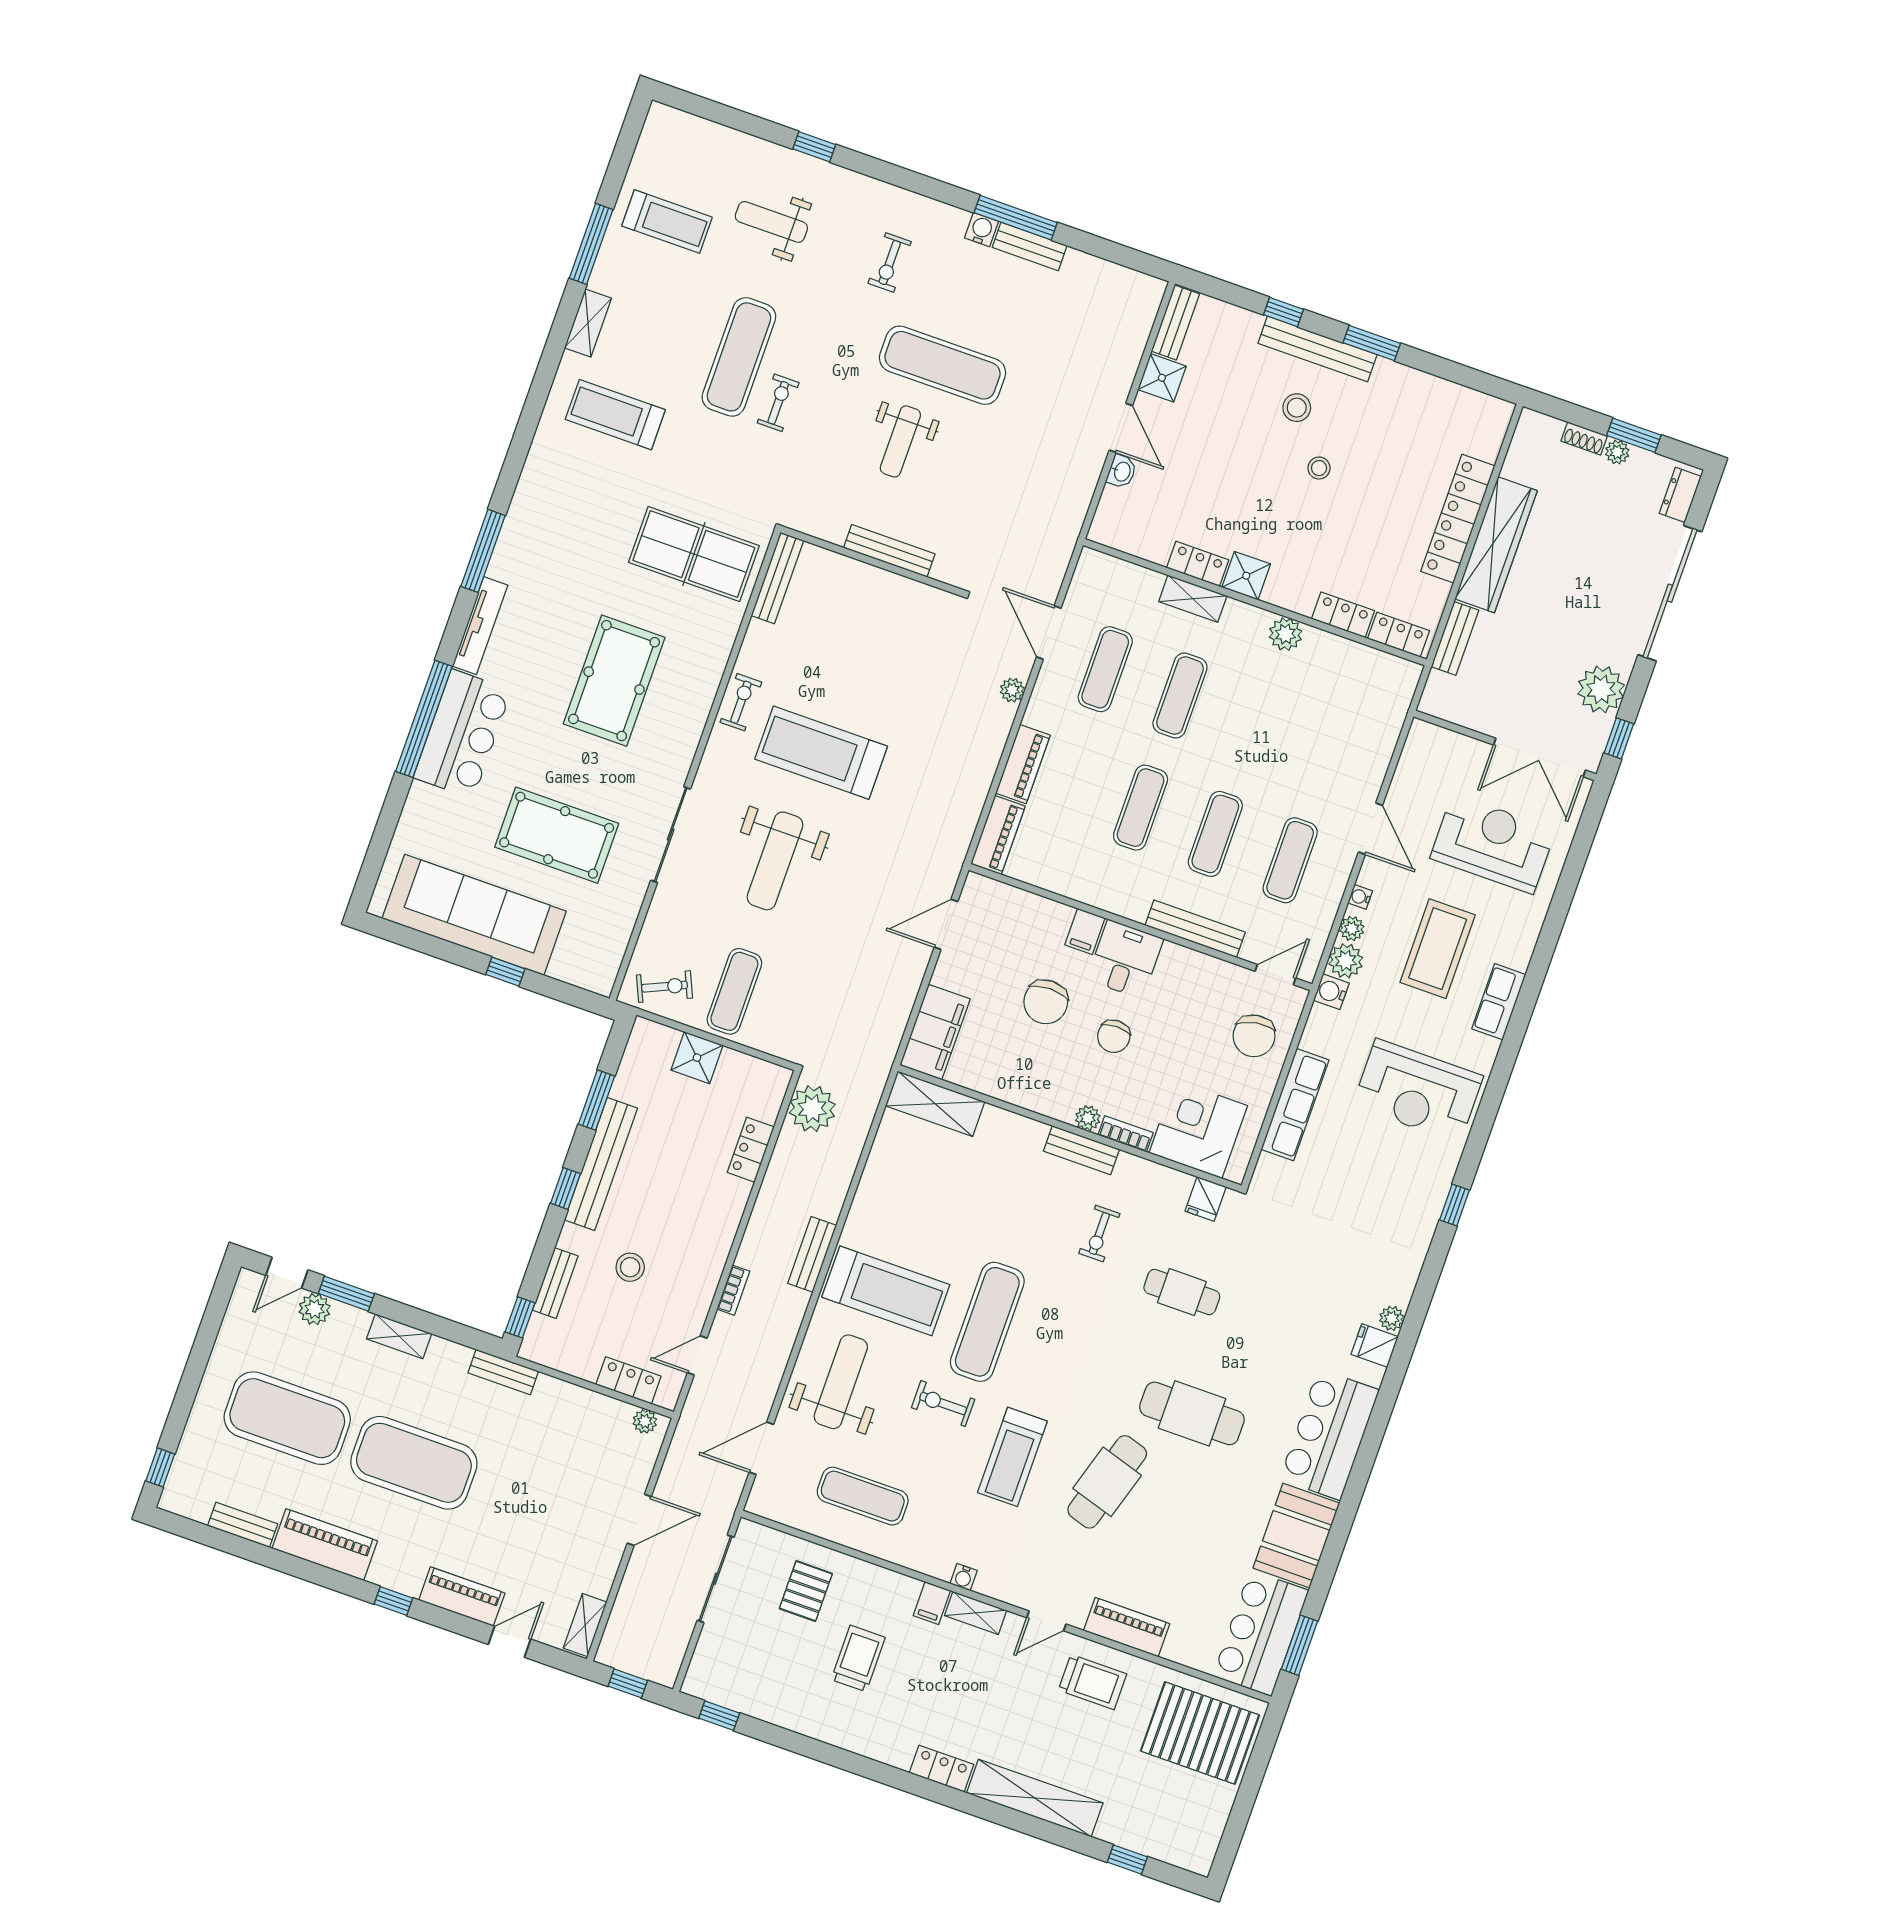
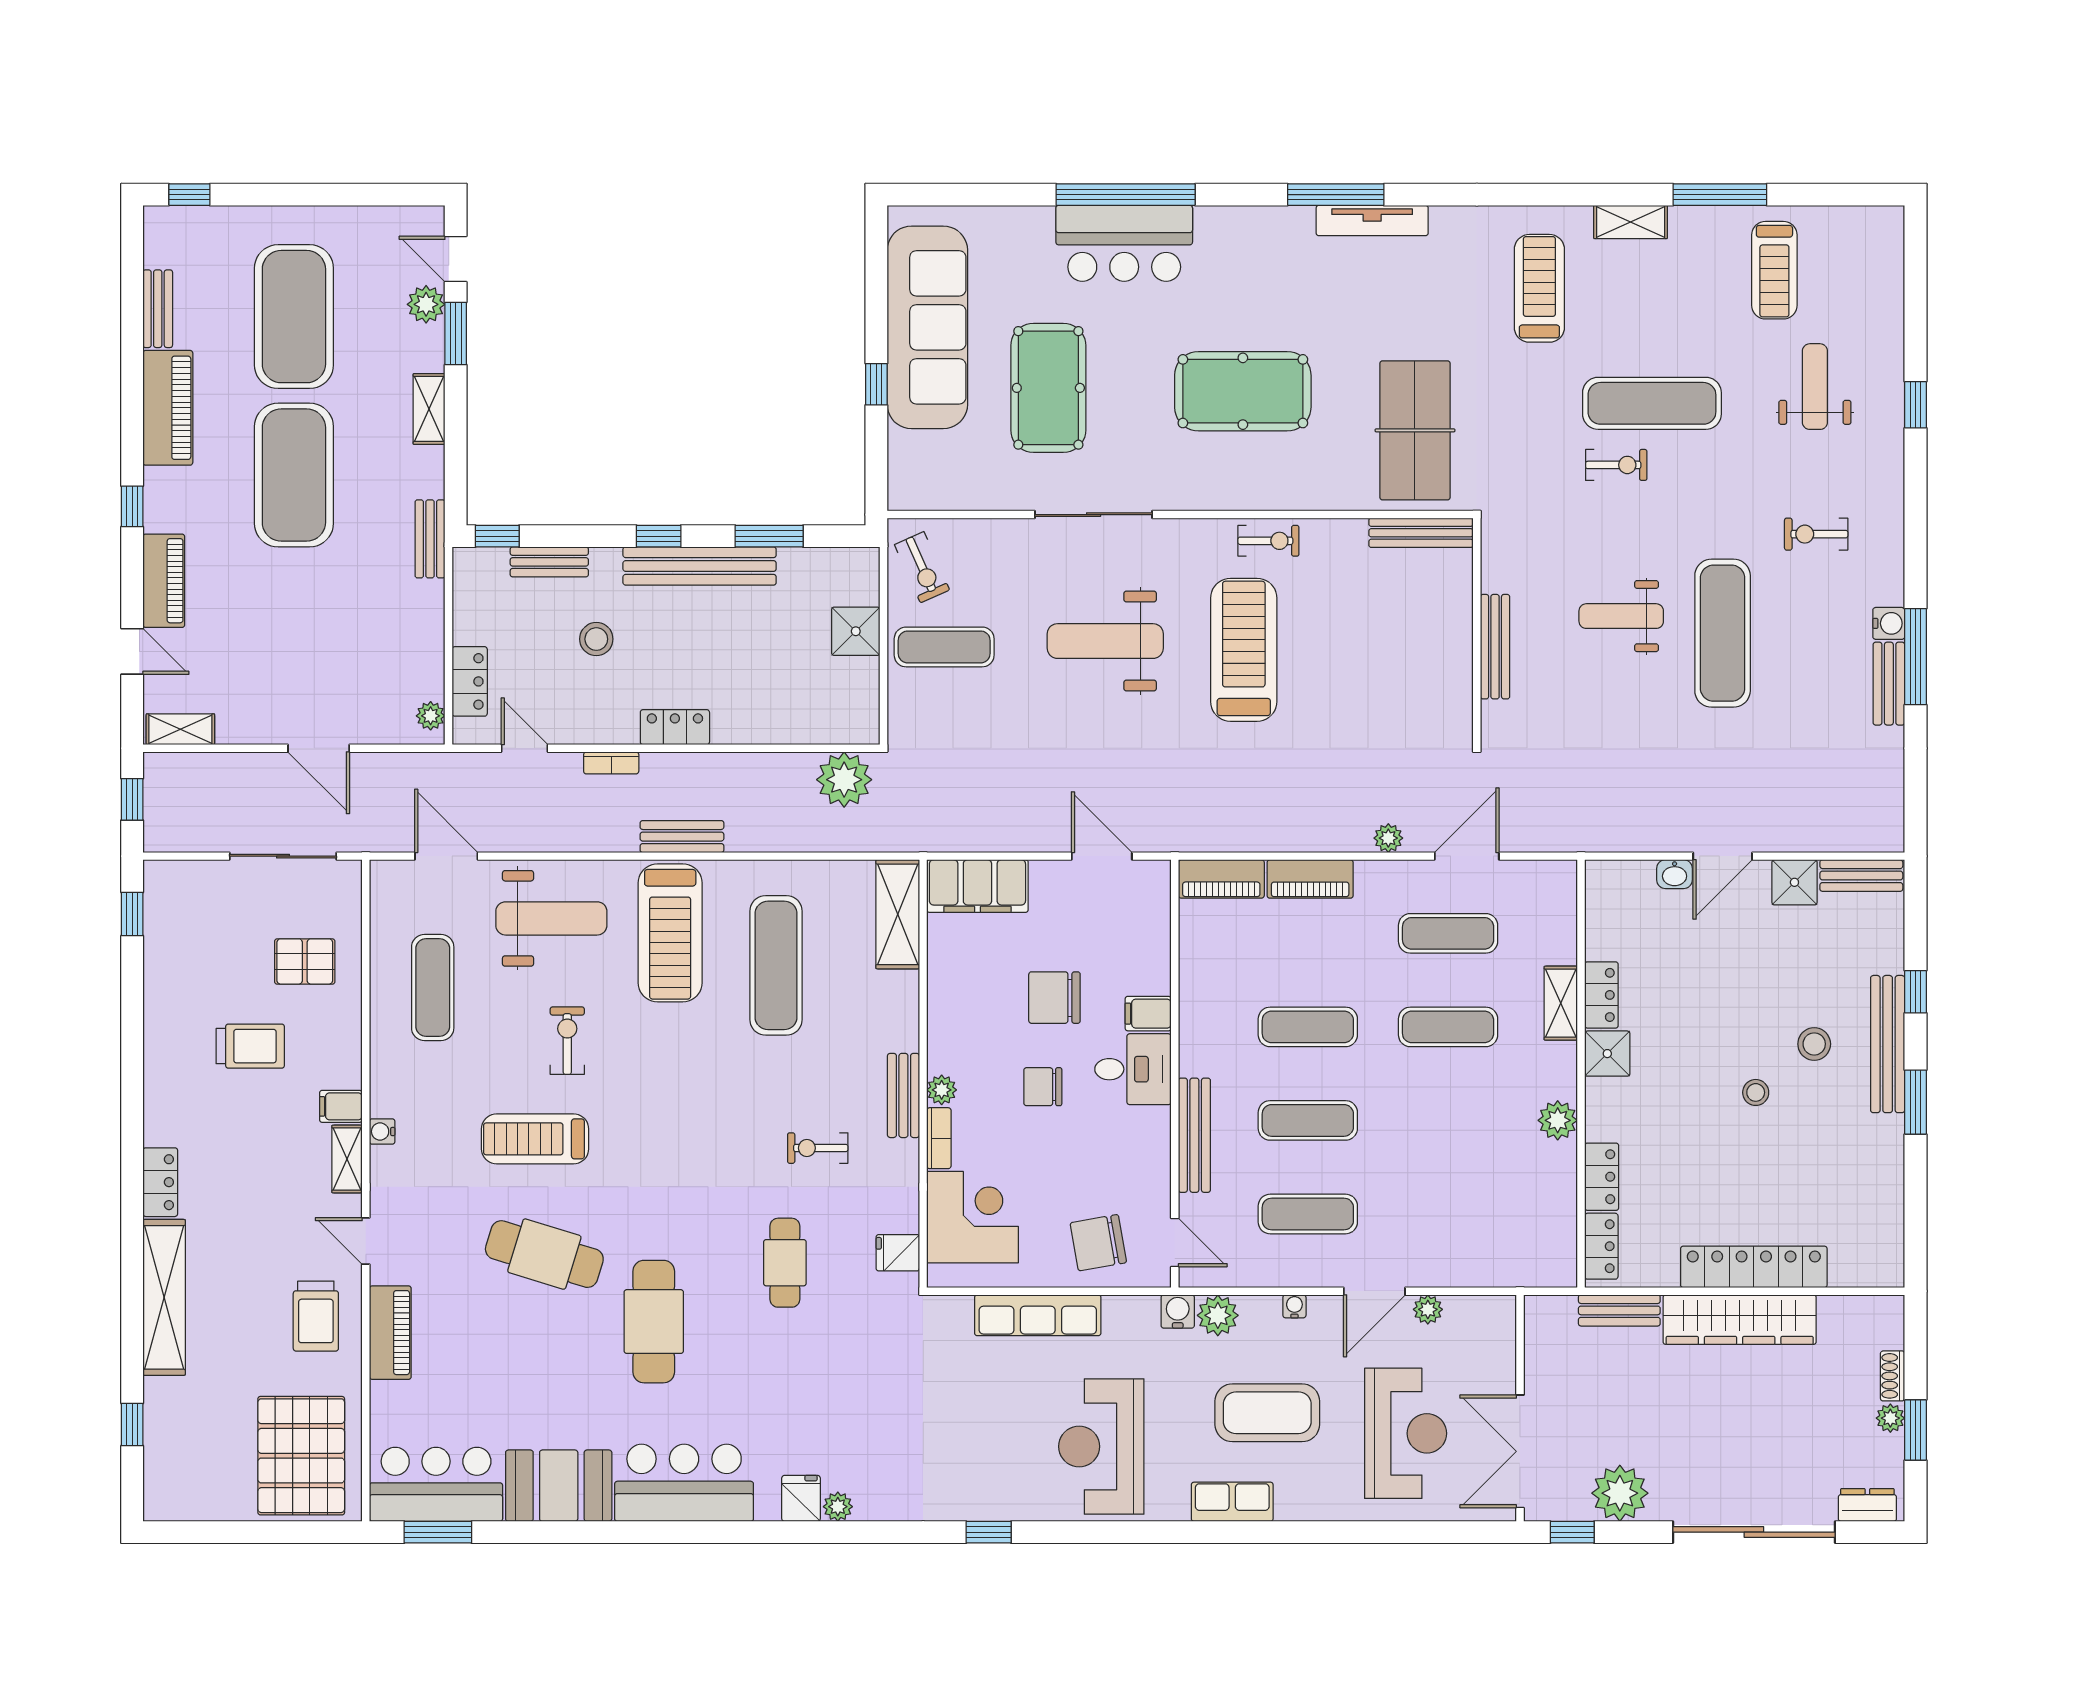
tv unit: (480, 626) -> (1372, 221), moved
plant: (1352, 929) -> (1428, 1309), moved
locker: (751, 1150) -> (675, 727), moved
exercise mat: (987, 1322) -> (776, 965), moved, turned 90

